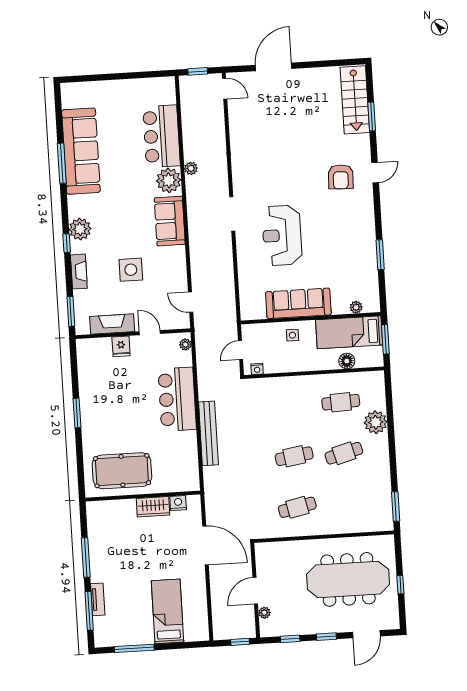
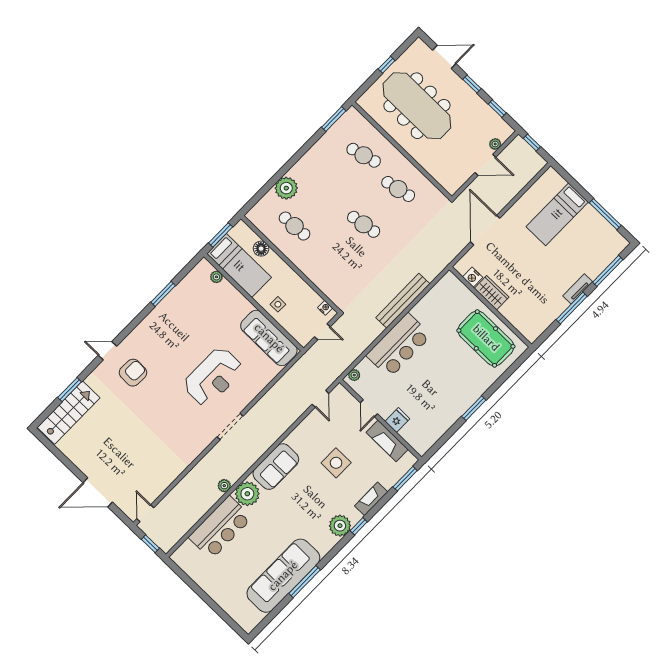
sofa: (298, 303) -> (269, 338), moved
cafe table: (344, 453) -> (364, 155), moved
tv unit: (98, 599) -> (578, 289), moved

